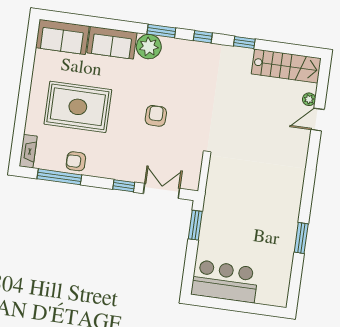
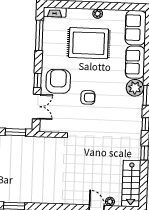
plant: (37, 89) -> (98, 14), added
rug: (78, 107) -> (89, 43), turned 90
armchair: (76, 161) -> (58, 81), moved, width x1.88, depth x1.88

